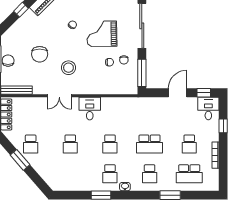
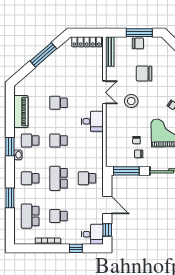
double door: (59, 96) -> (104, 92), swing flipped
school desk: (31, 144) -> (87, 178), moved
window: (20, 160) -> (43, 55), width x1.44
piano: (80, 183) -> (21, 112), added
window: (101, 195) -> (10, 147), moved

